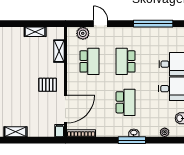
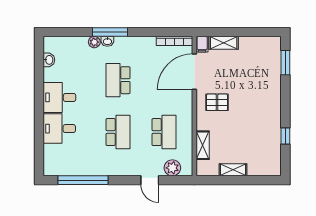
school desk: (89, 61) -> (164, 132), turned 180
shelving: (15, 132) -> (224, 43), moved
plant: (165, 132) -> (94, 42), moved

